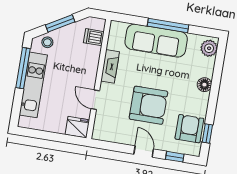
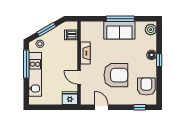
sofa: (156, 41) -> (119, 30), width x0.73
window: (207, 134) -> (159, 60), moved
door: (144, 152) -> (101, 107), moved

